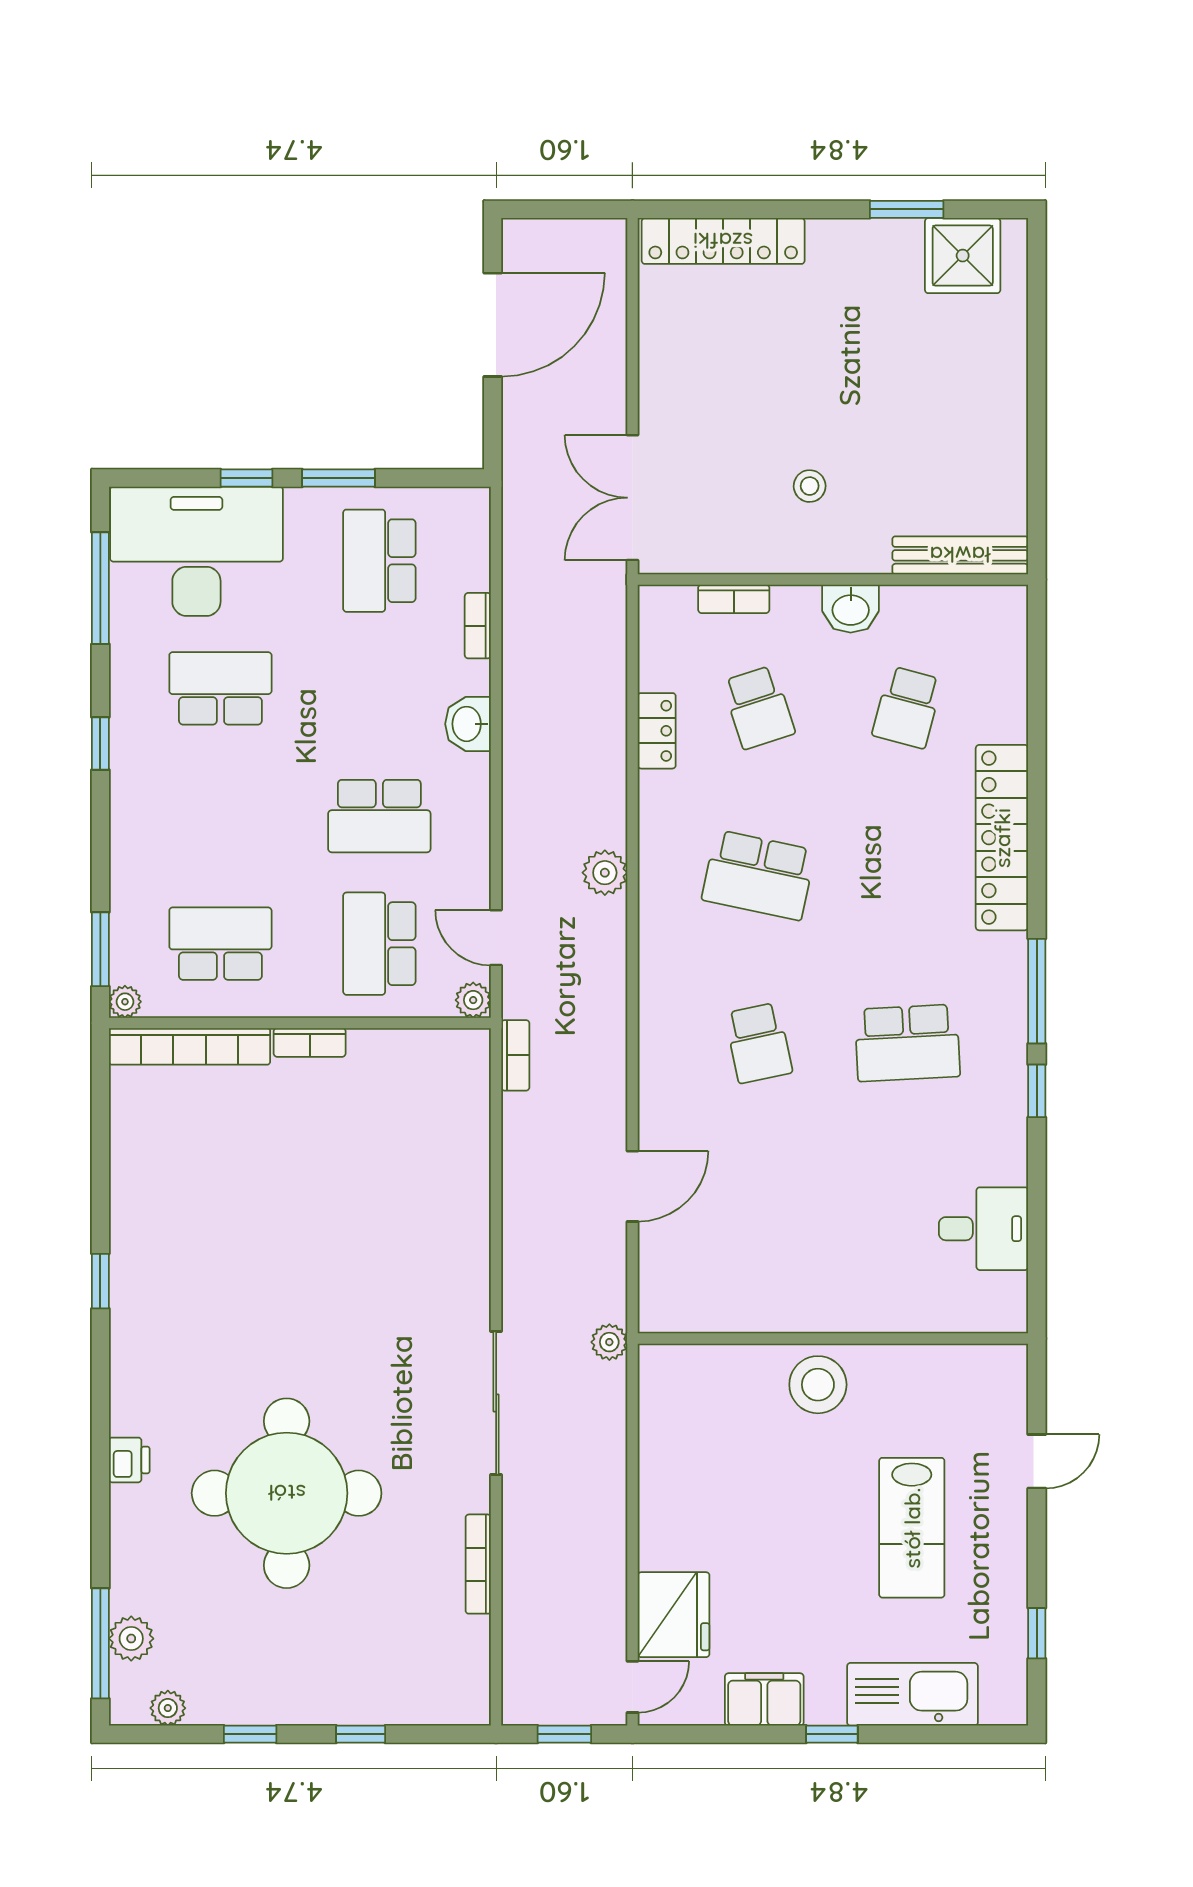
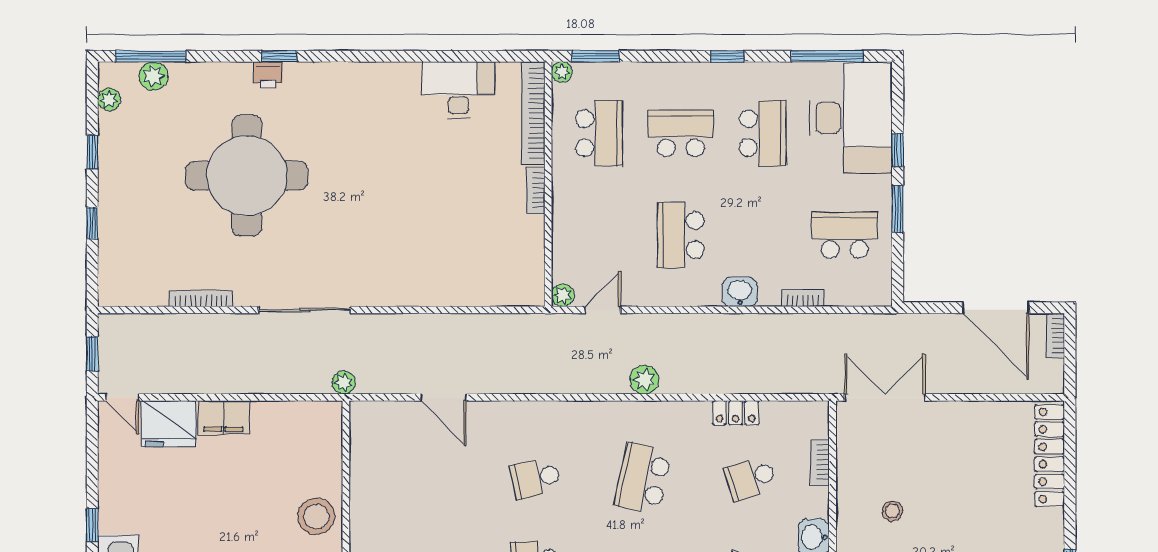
school desk: (379, 944) -> (681, 133), moved
bookcase: (515, 1055) -> (1055, 336), moved, turned 90
desk: (153, 1163) -> (459, 90), added
window: (100, 1281) -> (279, 56), moved
filing cabinet: (764, 1699) -> (223, 417), moved, turned 90

